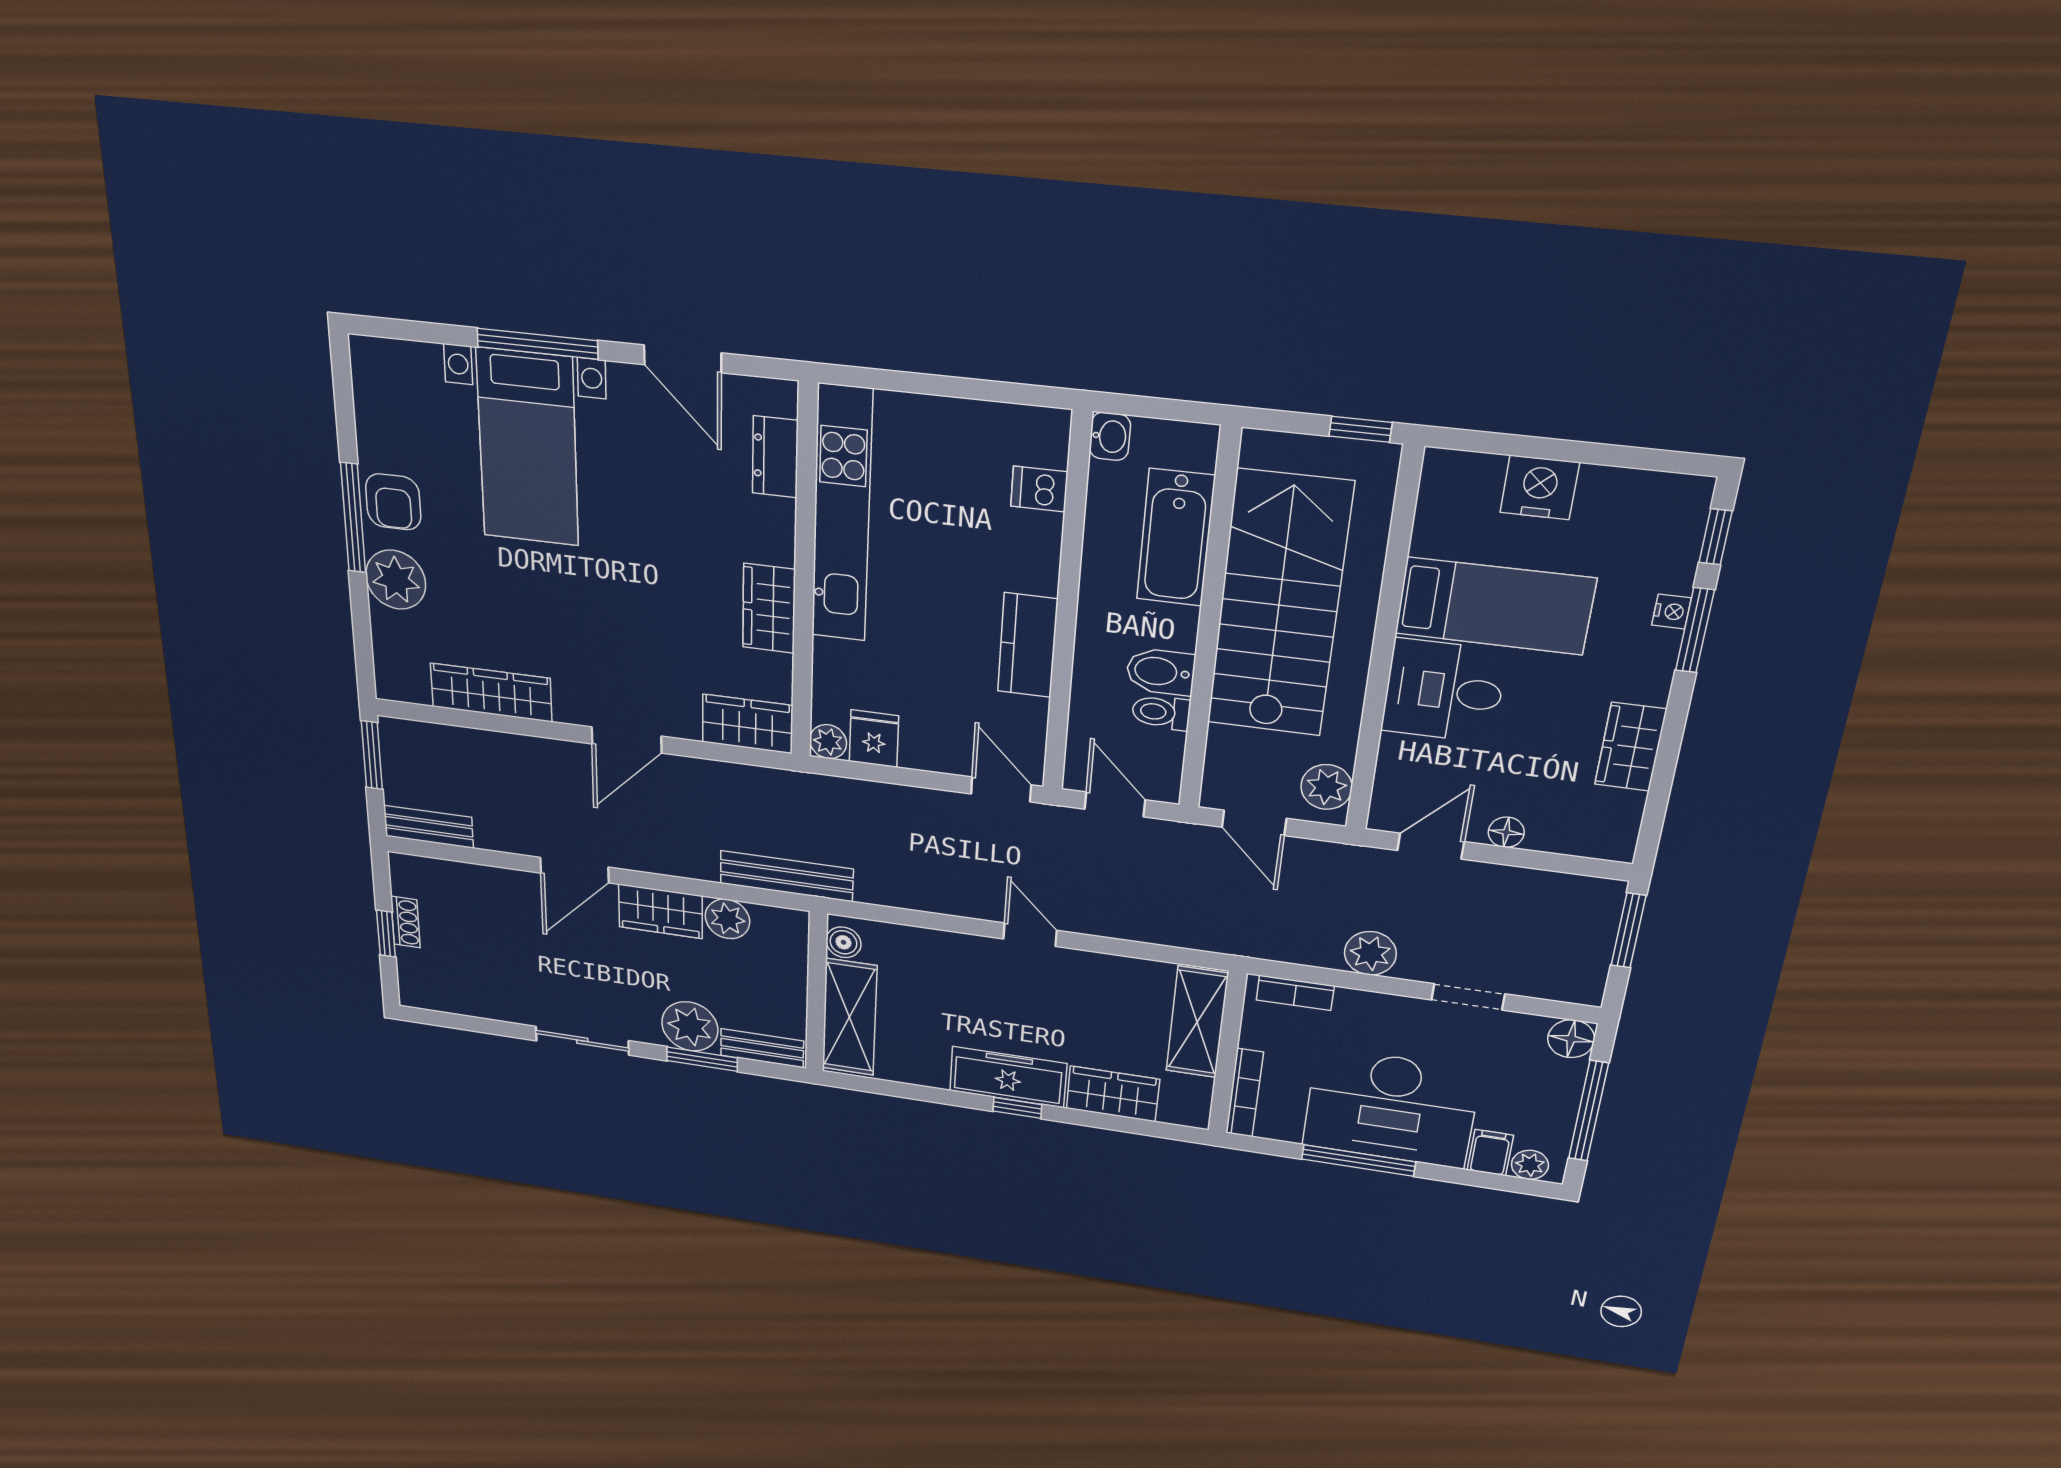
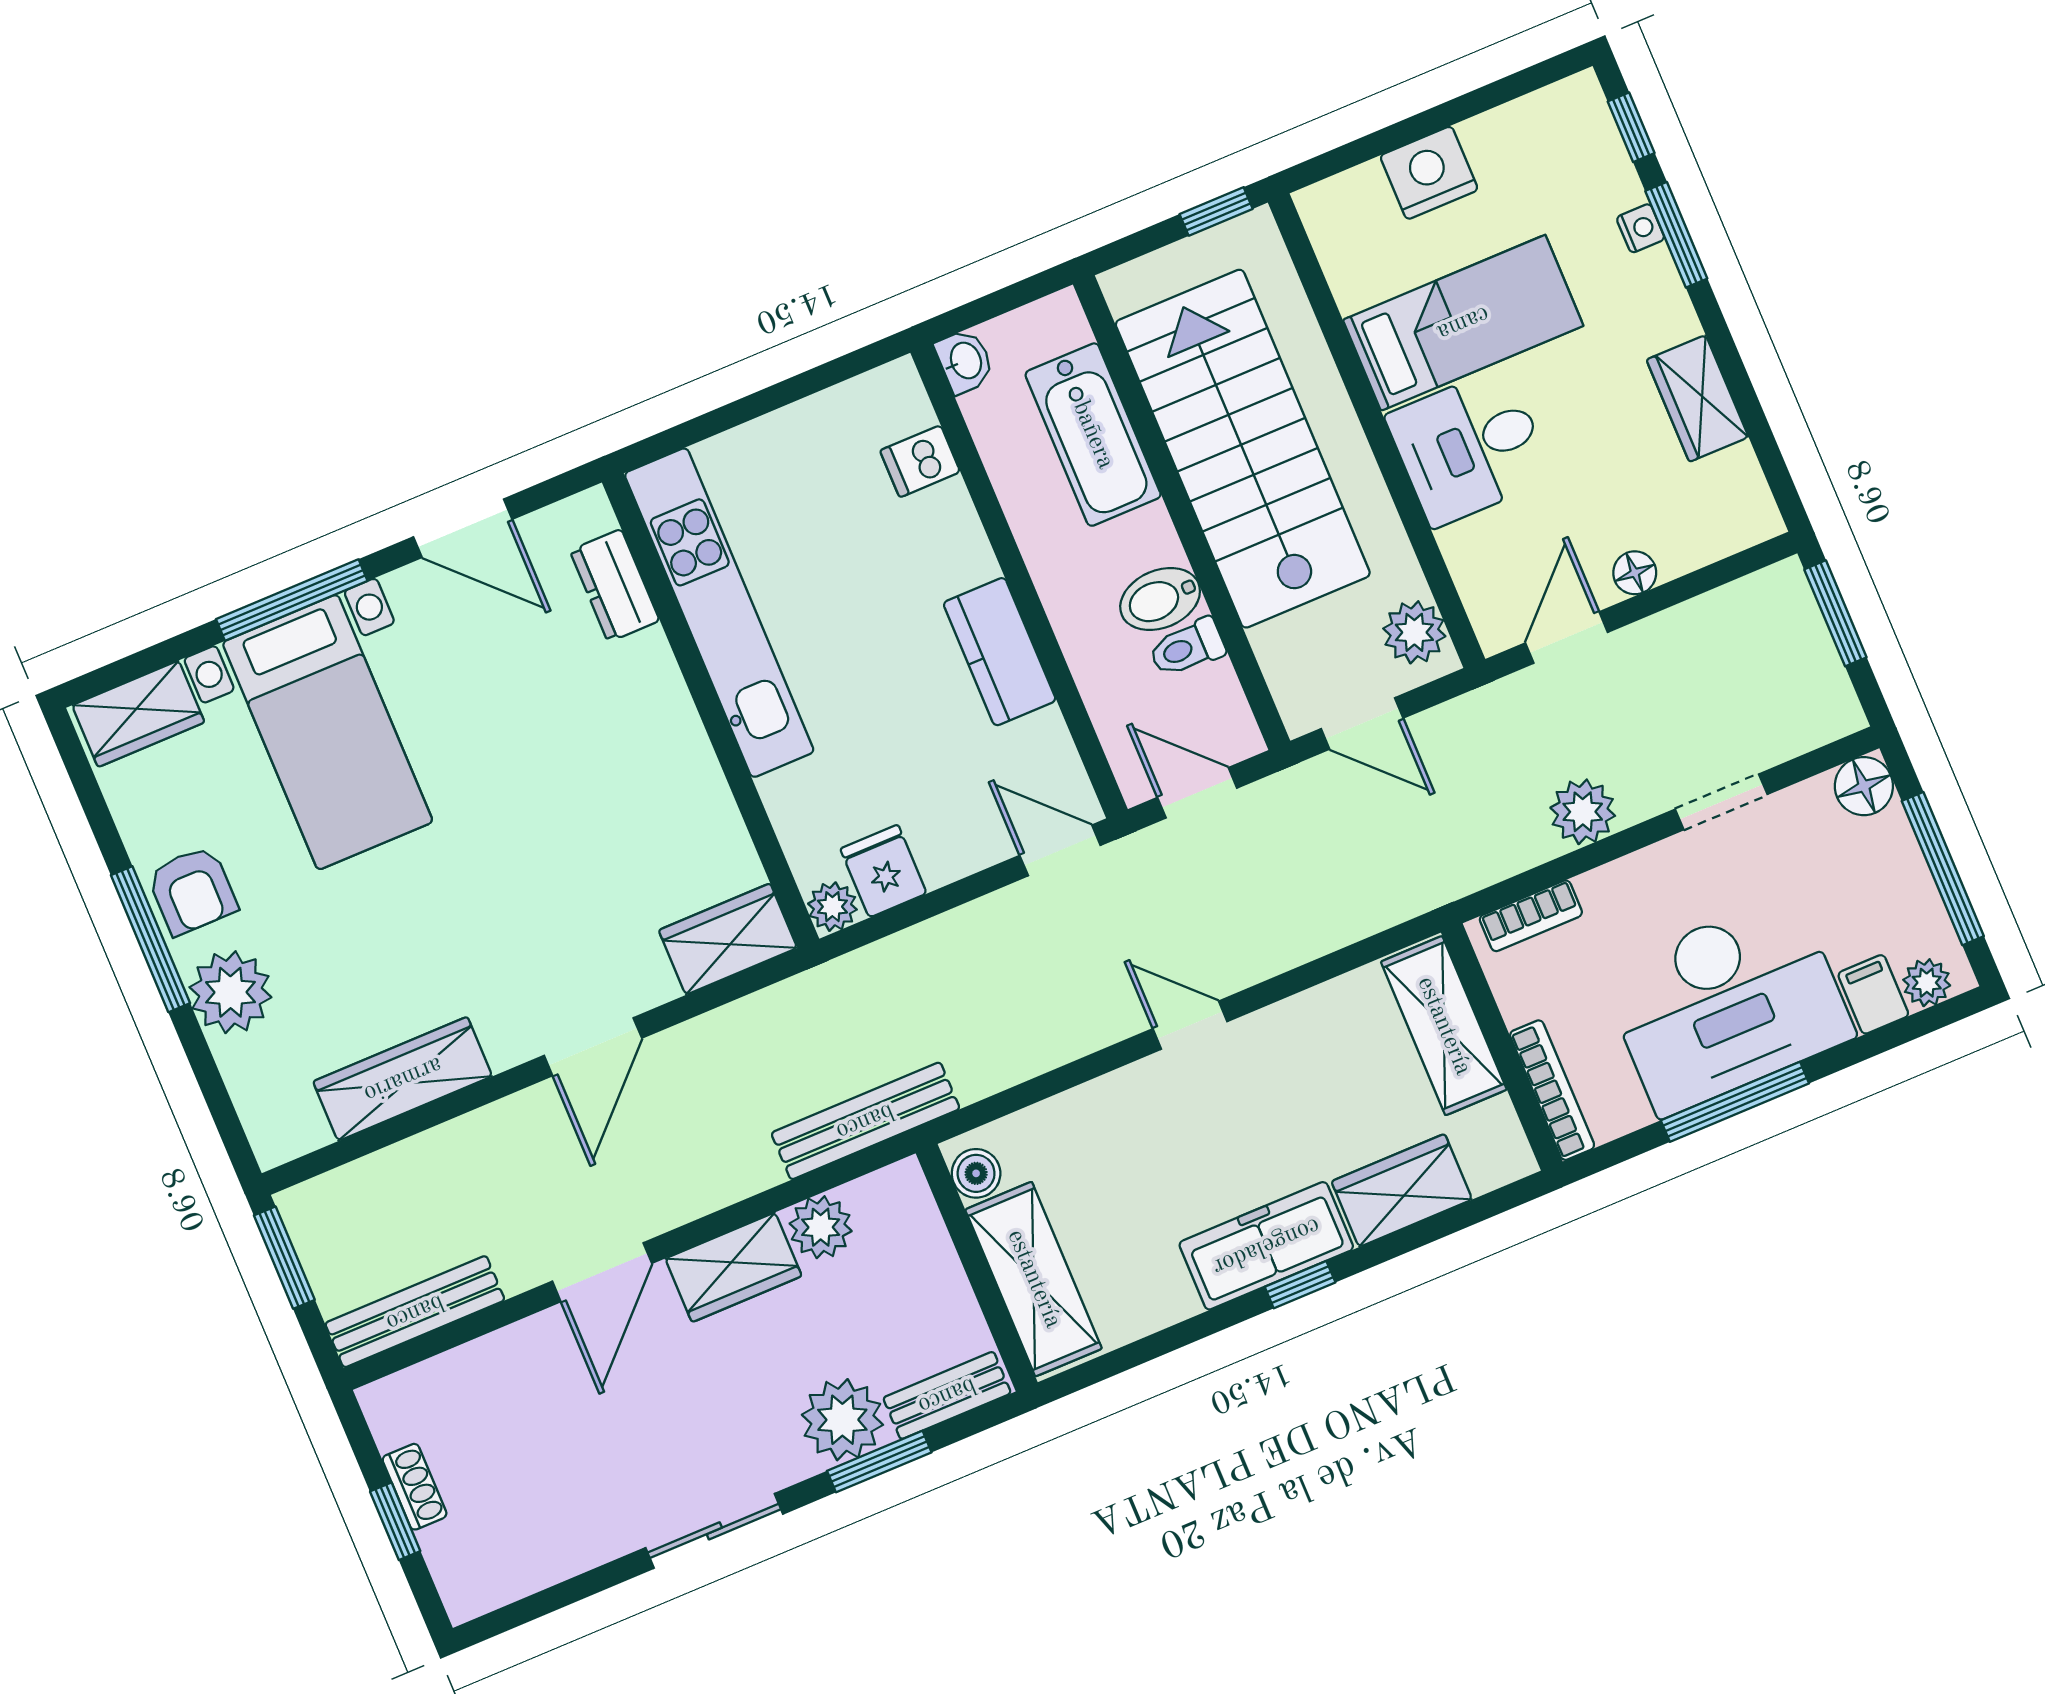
wardrobe: (769, 608) -> (138, 714), moved, turned -90
bench: (429, 827) -> (415, 1312), width x1.36

